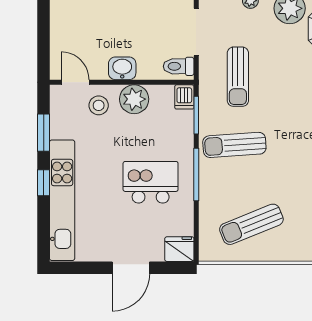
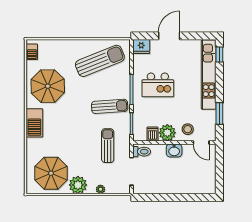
dishwasher: (184, 97) -> (153, 134), moved
window: (44, 183) -> (219, 54), moved
sun lounger: (251, 224) -> (100, 61), width x1.36, depth x1.34

